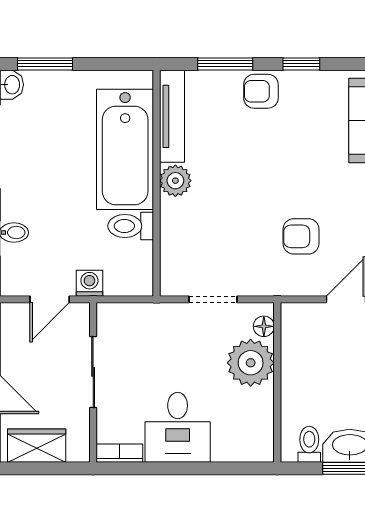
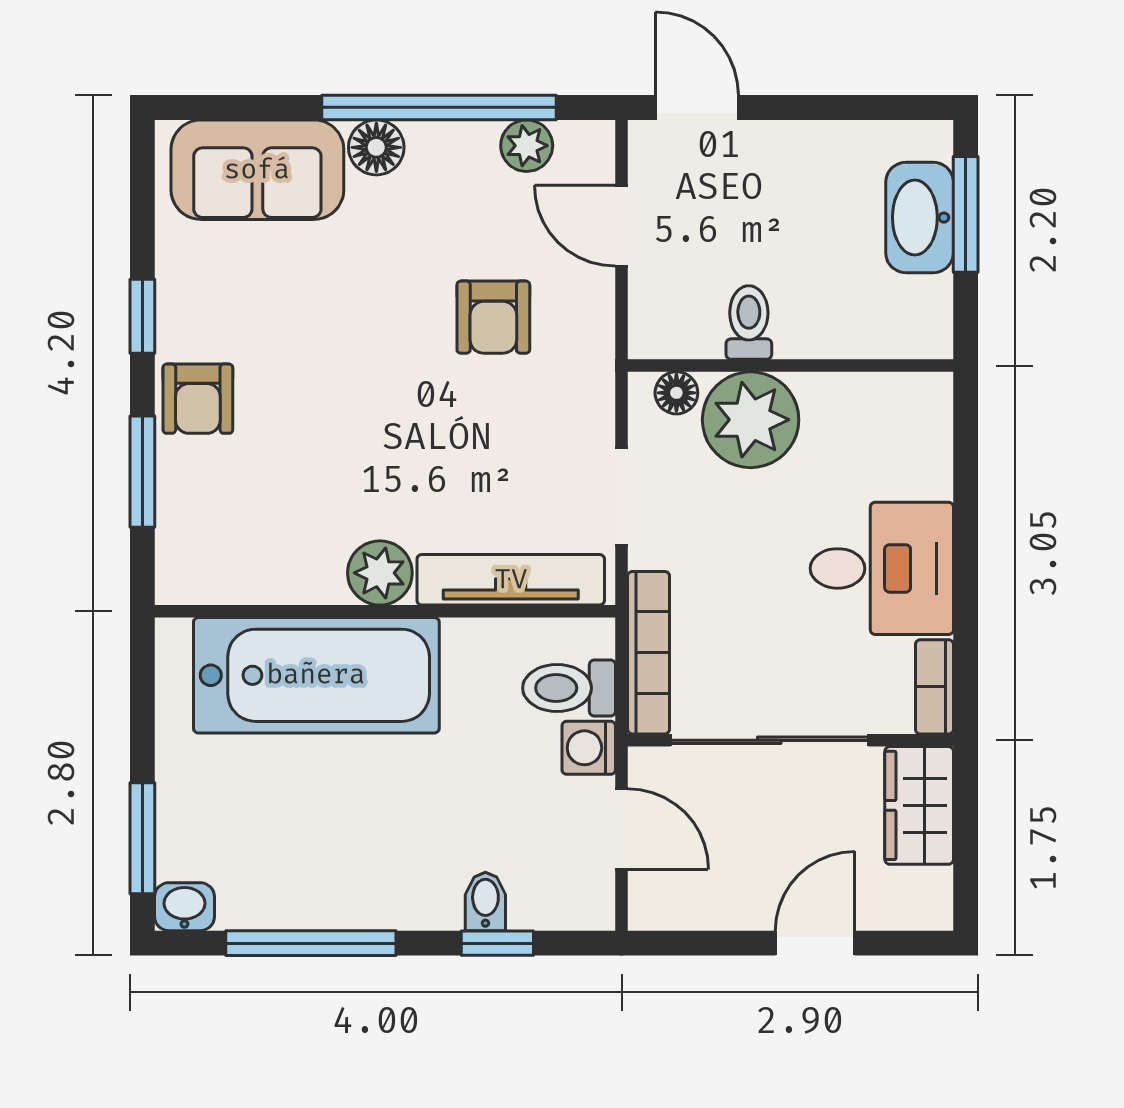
tv unit: (172, 116) -> (511, 580), moved
toilet: (131, 226) -> (569, 688), moved, turned 90
bookcase: (136, 313) -> (649, 653), added
sliding door: (93, 372) -> (769, 740), width x1.37
toilet: (309, 444) -> (749, 322), moved, turned 90
wardrobe: (37, 446) -> (919, 805), moved

